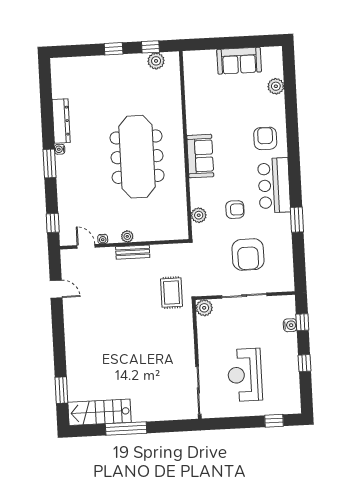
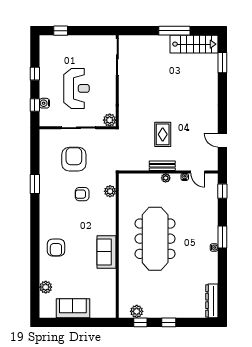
dresser: (61, 121) -> (212, 301), moved
sofa: (200, 156) -> (107, 252), moved
bar counter: (274, 185) -> (51, 211), removed
rug: (171, 293) -> (163, 134), moved
reception desk: (245, 375) -> (76, 88), moved

